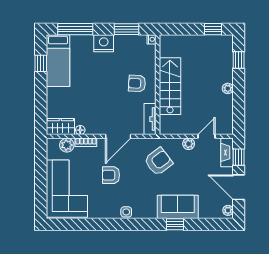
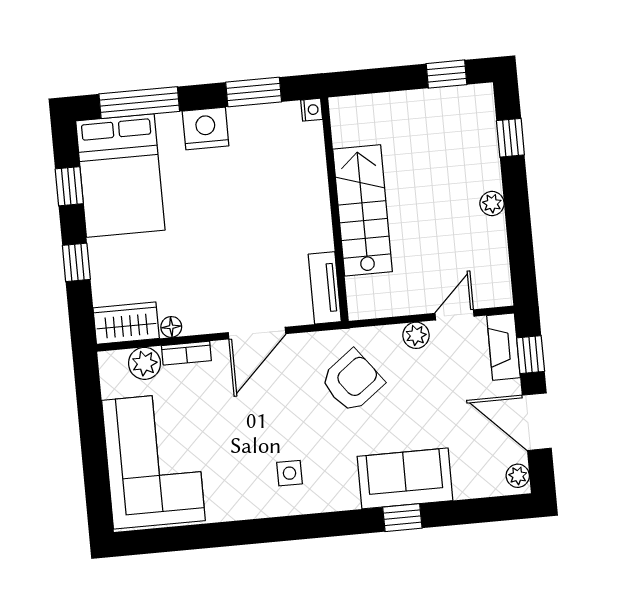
bed: (58, 61) -> (120, 175), width x1.50
armchair: (137, 83) -> (288, 211), removed
window: (41, 97) -> (76, 262), added
armchair: (111, 175) -> (249, 421), removed
side table: (126, 212) -> (290, 473), moved

